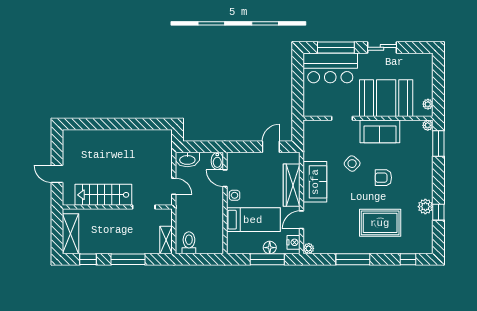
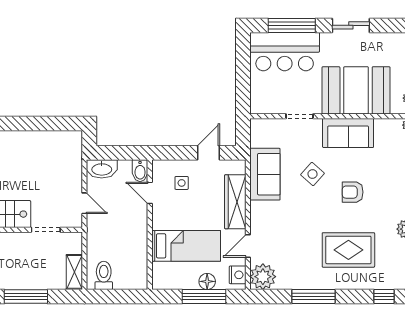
sofa: (315, 182) -> (265, 174), moved
side table: (235, 195) -> (182, 183), moved
plant: (309, 248) -> (263, 277), width x1.88, depth x1.88

